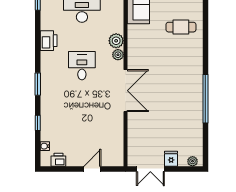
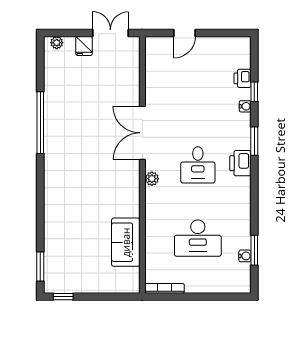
cafe table: (181, 27) -> (71, 214), removed
printer: (49, 41) -> (240, 163), moved
plant: (116, 41) -> (154, 196), removed
water cooler: (45, 146) -> (245, 106), moved
printer: (58, 160) -> (243, 78), moved, turned 90

